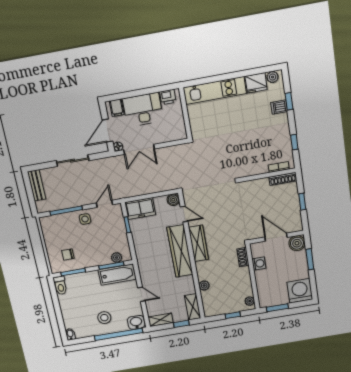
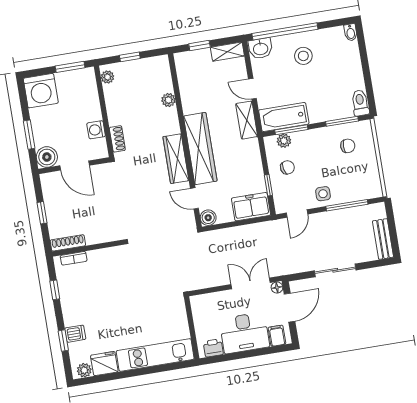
chair: (113, 238) -> (287, 167), added
shelving: (193, 307) -> (247, 120), moved

